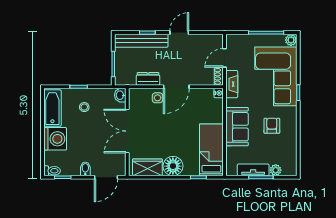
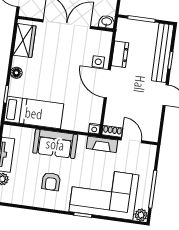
armchair: (272, 126) -> (51, 182), turned 90
floor lamp: (173, 166) -> (16, 73), width x0.53, depth x0.53

